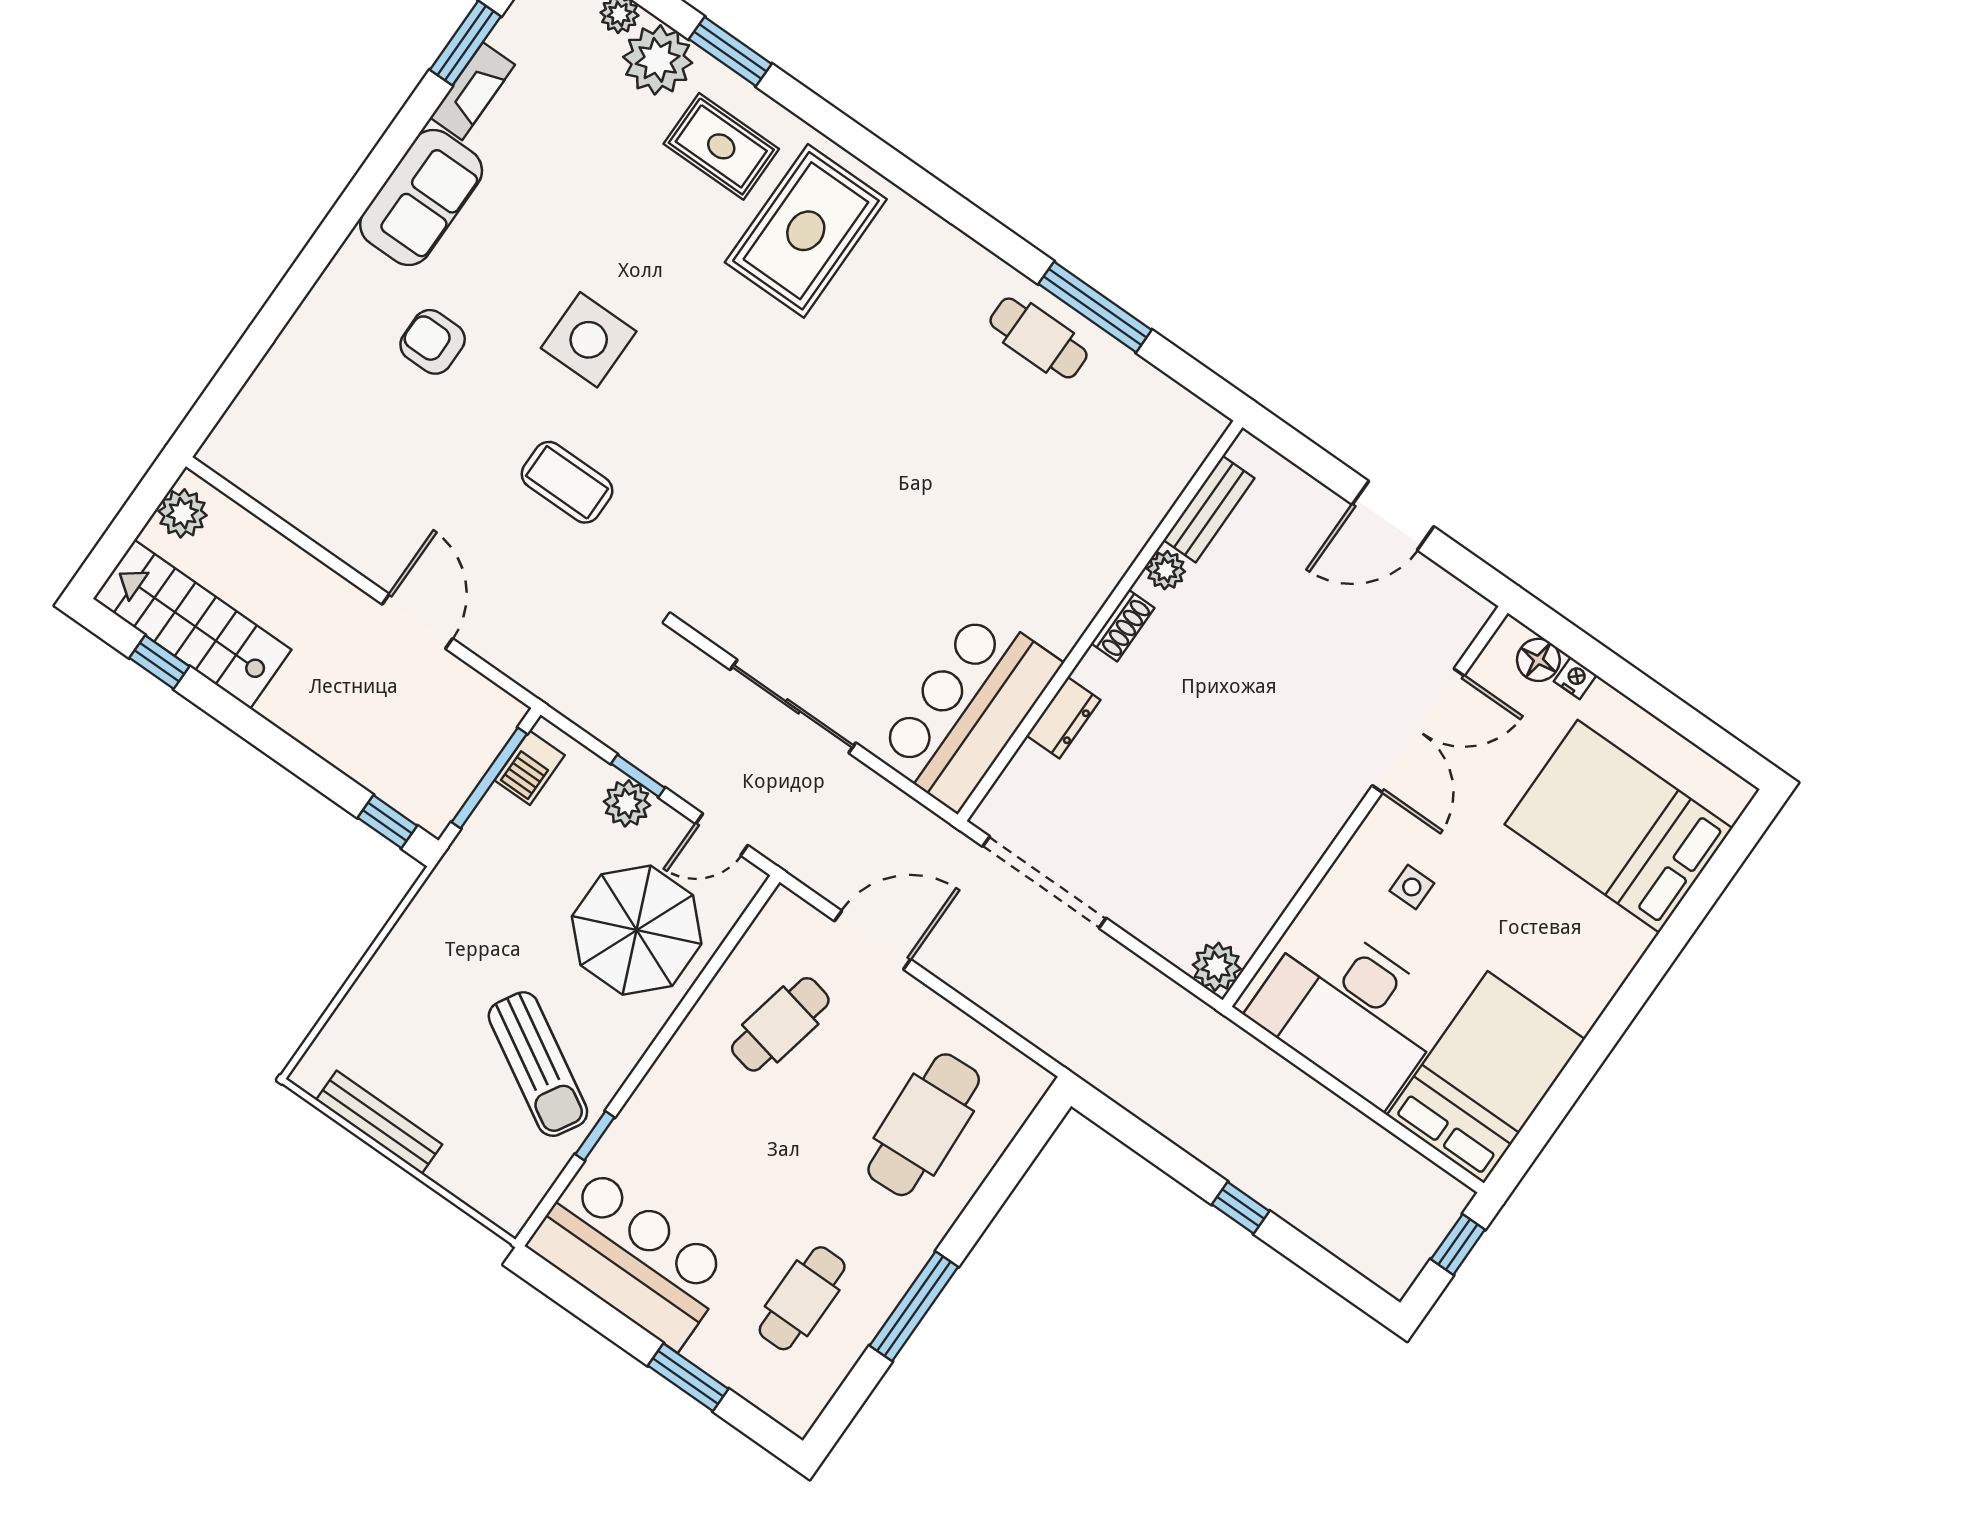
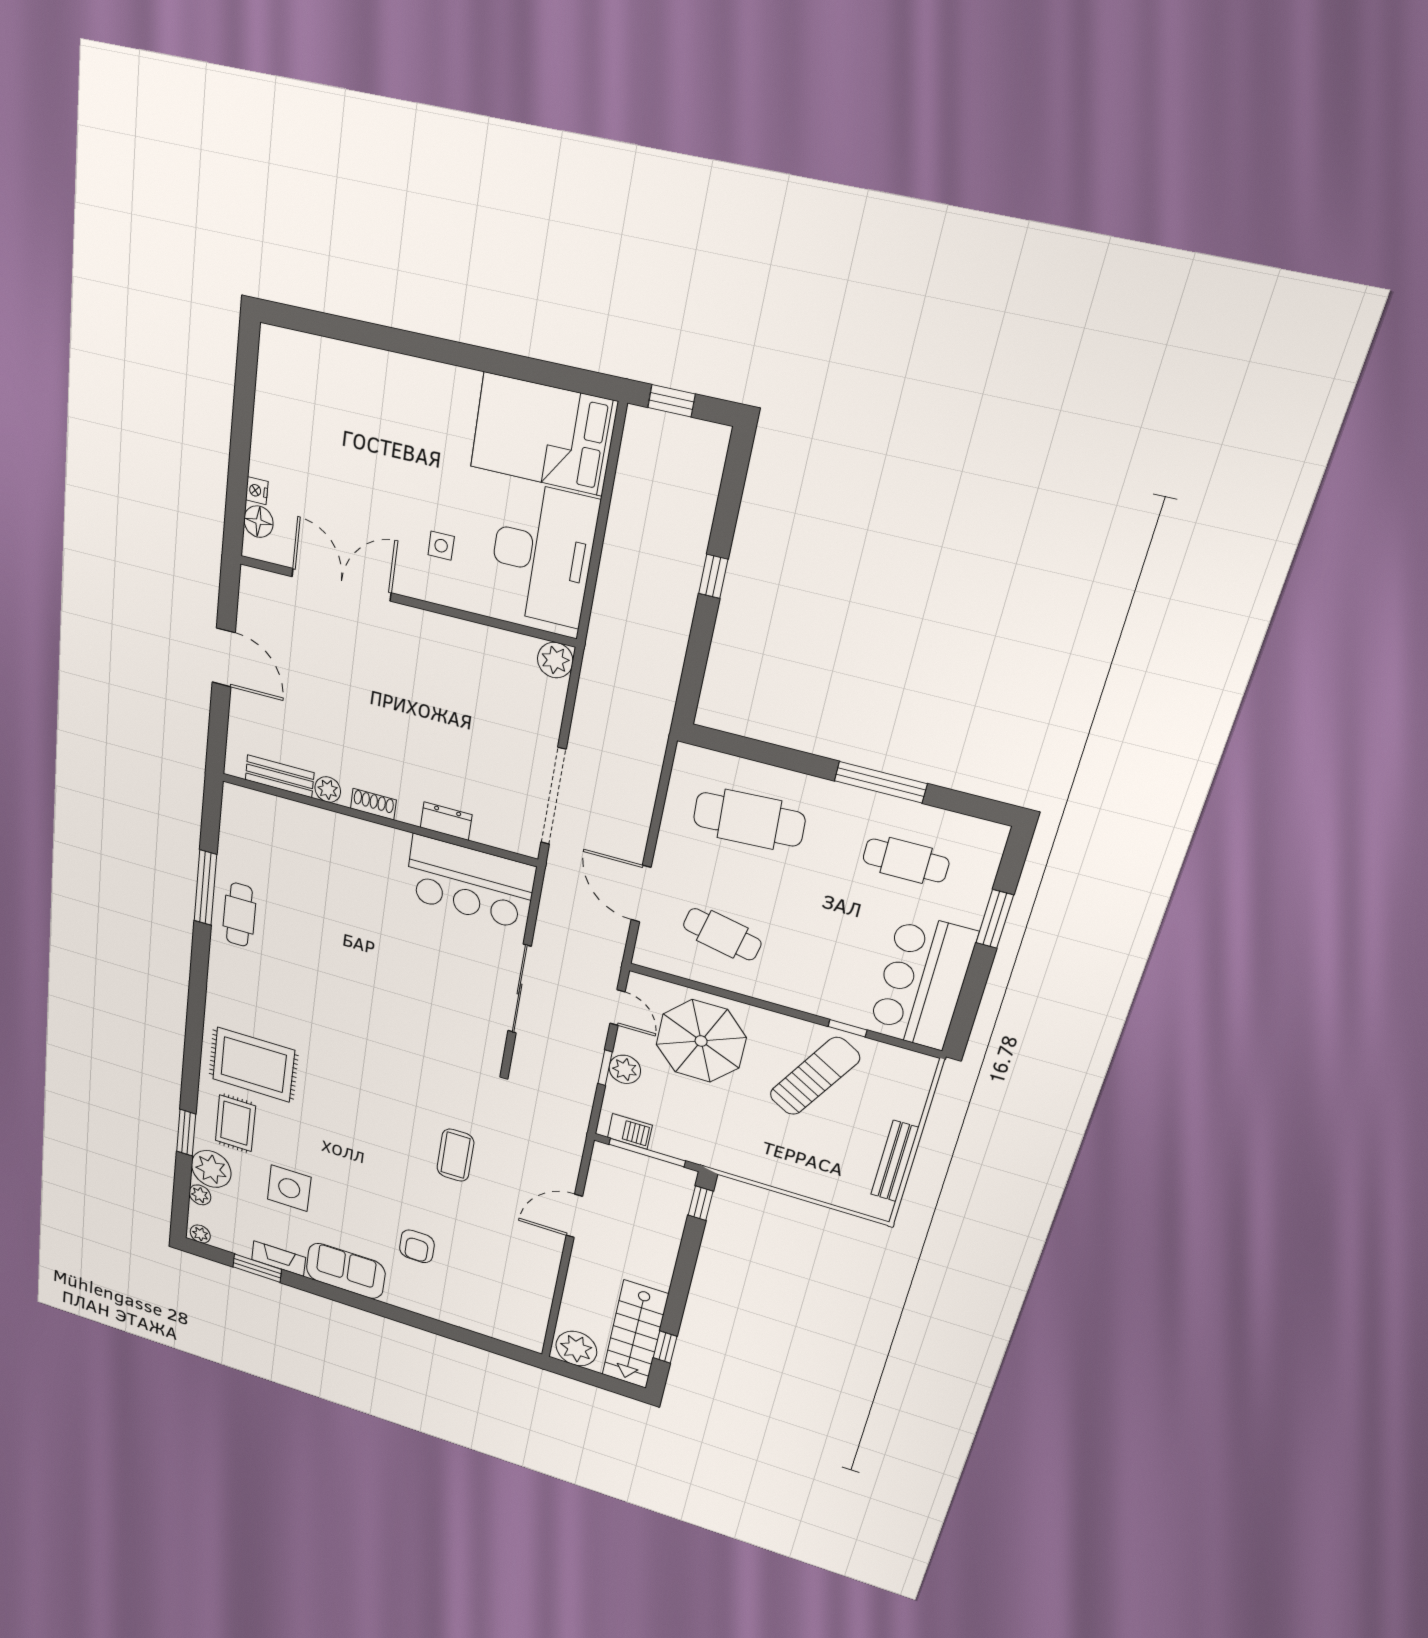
side table: (589, 340) -> (289, 1188), moved
plant: (183, 513) -> (576, 1349), width x1.36, depth x1.36
bed: (1619, 826) -> (333, 415), removed

